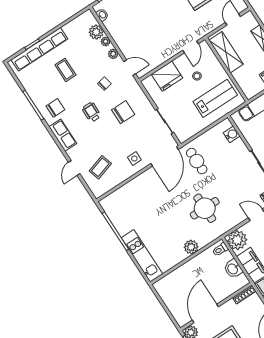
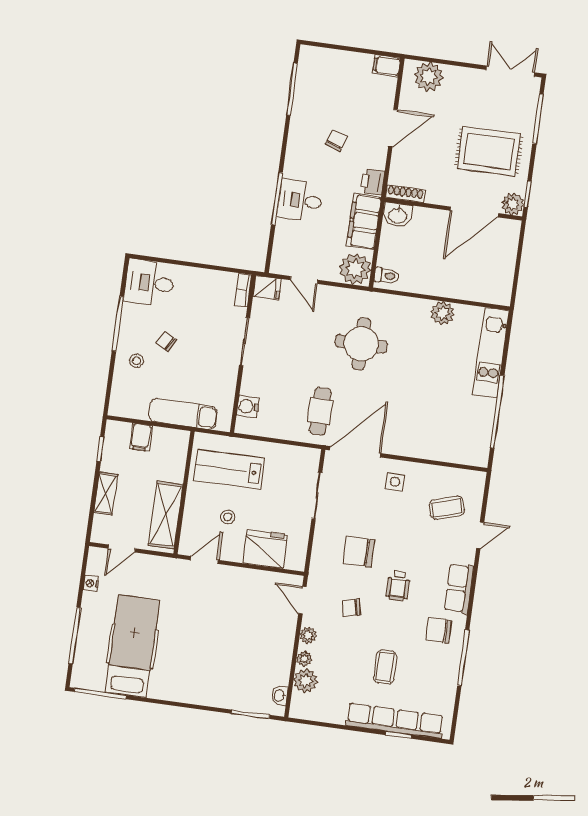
plant: (191, 247) -> (442, 313), moved
washbasin: (233, 269) -> (398, 215), moved, turned 90

